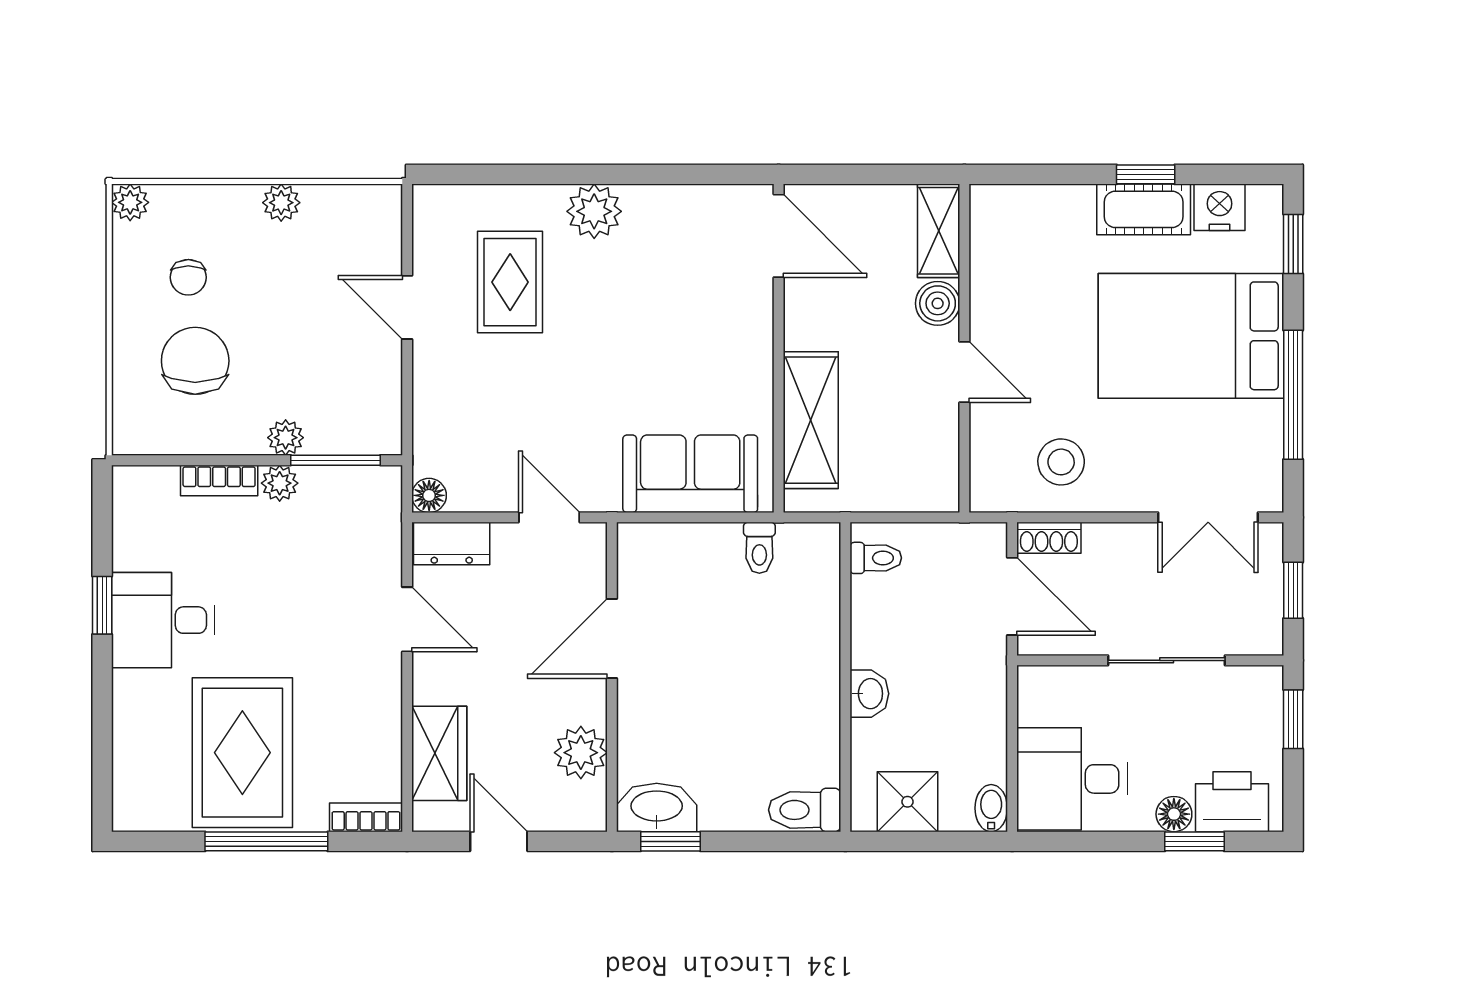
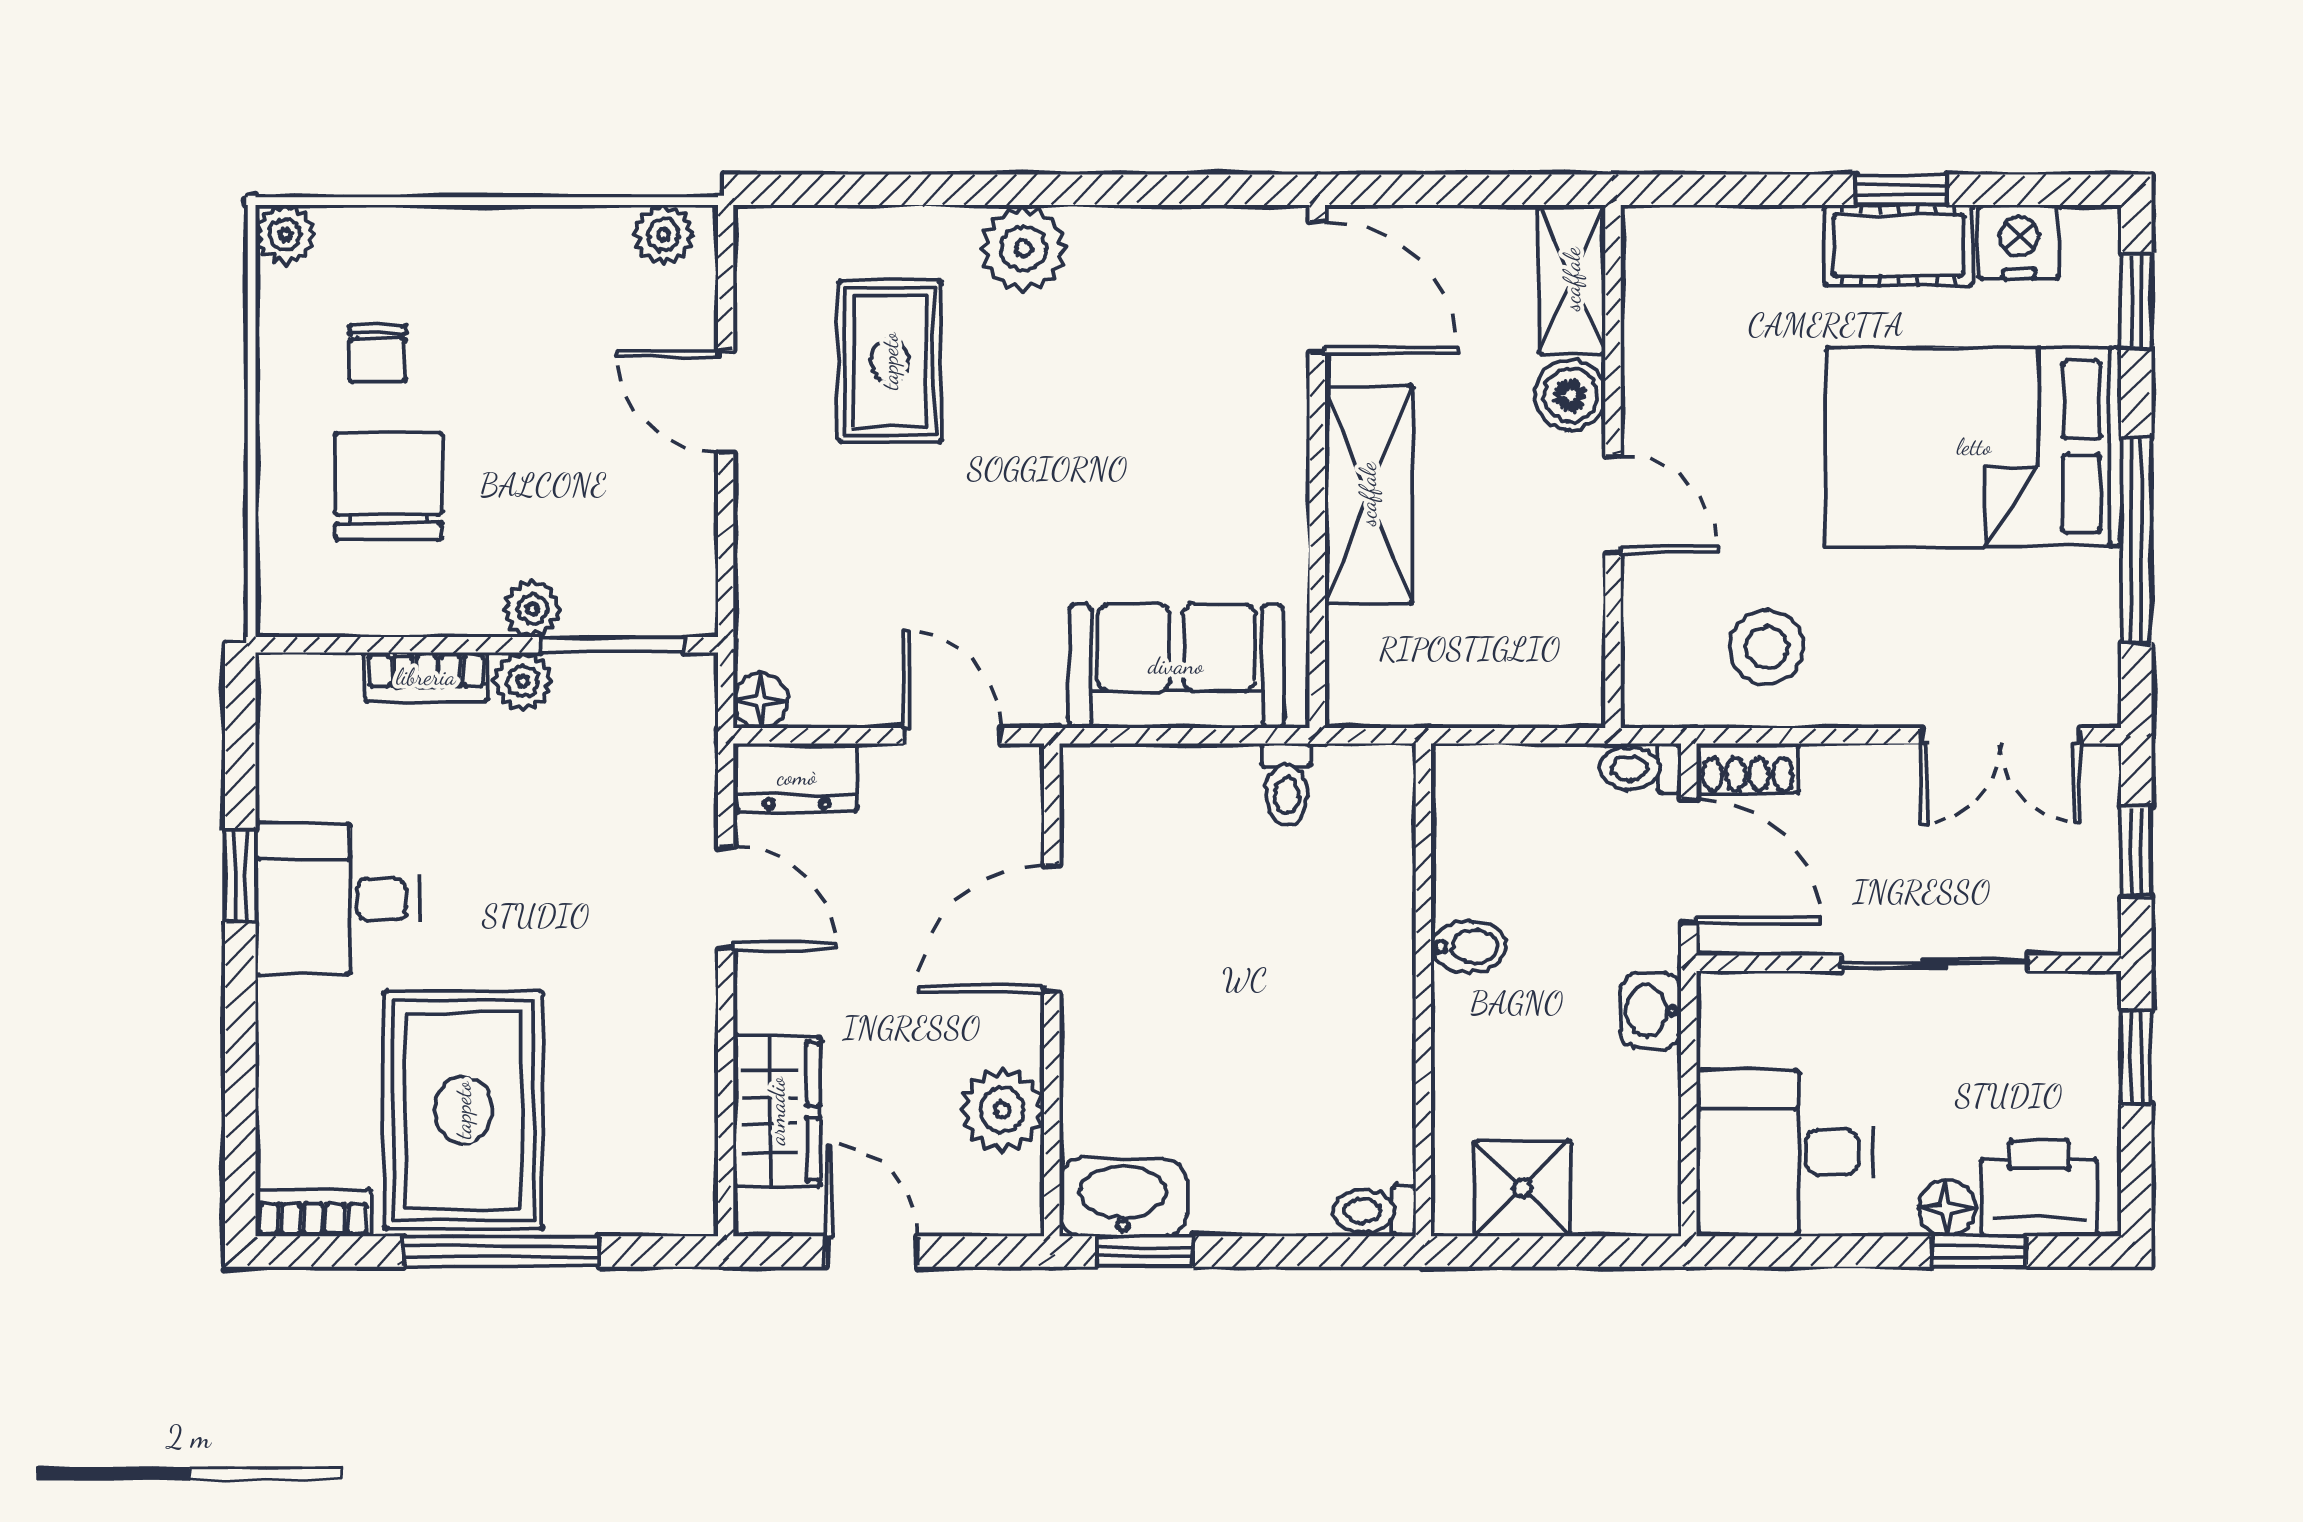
plant: (281, 203) -> (664, 235), moved
shelving: (811, 420) -> (1368, 494), moved
toilet: (876, 558) -> (1640, 768), moved, turned 180
washbasin: (869, 694) -> (1651, 1011), moved, turned 180
bidet: (991, 808) -> (1469, 947), moved, turned 90
toilet: (805, 810) -> (1374, 1211), width x0.73, depth x0.72
bookcase: (366, 817) -> (313, 1213), moved

